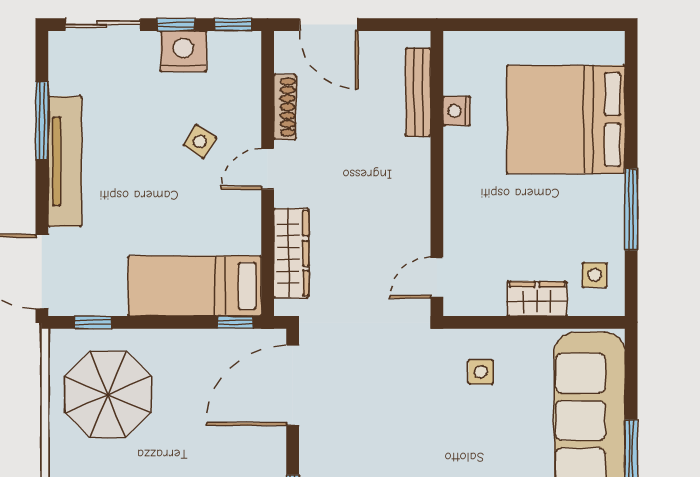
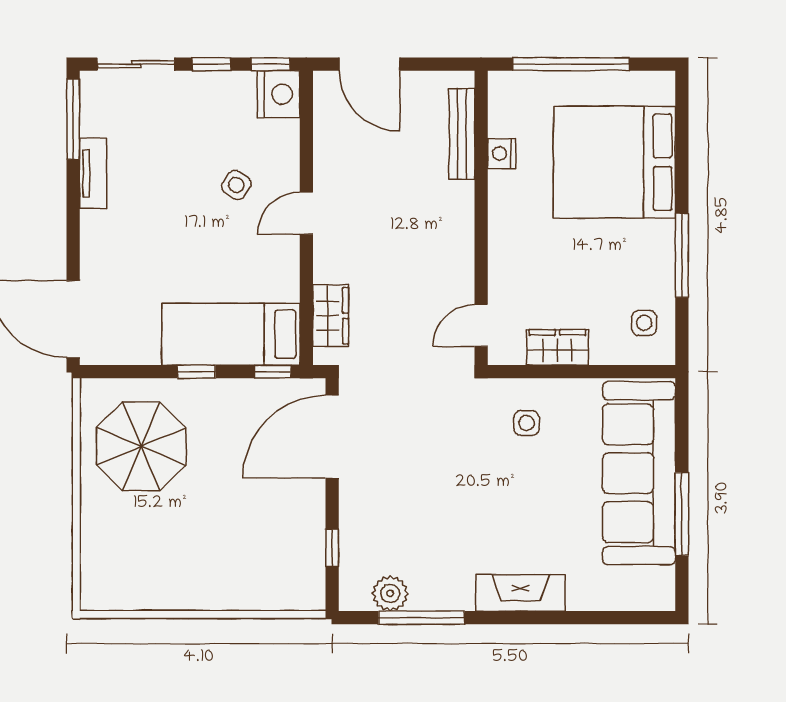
window: (524, 25) -> (571, 64), added
nightstand: (183, 51) -> (279, 94), moved, turned 90
shoe rack: (285, 107) -> (324, 149), removed
window: (42, 121) -> (73, 119), moved
tv unit: (65, 161) -> (93, 173), width x0.52, depth x0.78
wardrobe: (291, 253) -> (331, 316), width x0.67
wardrobe: (537, 299) -> (557, 347), moved
window: (93, 322) -> (196, 372), moved

